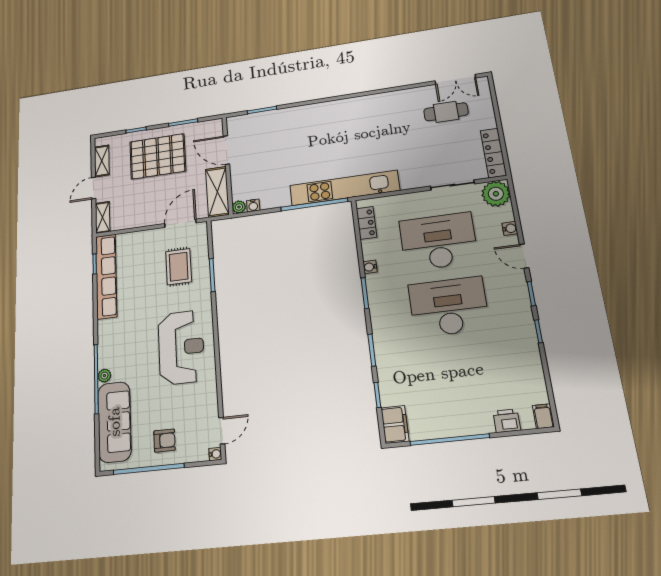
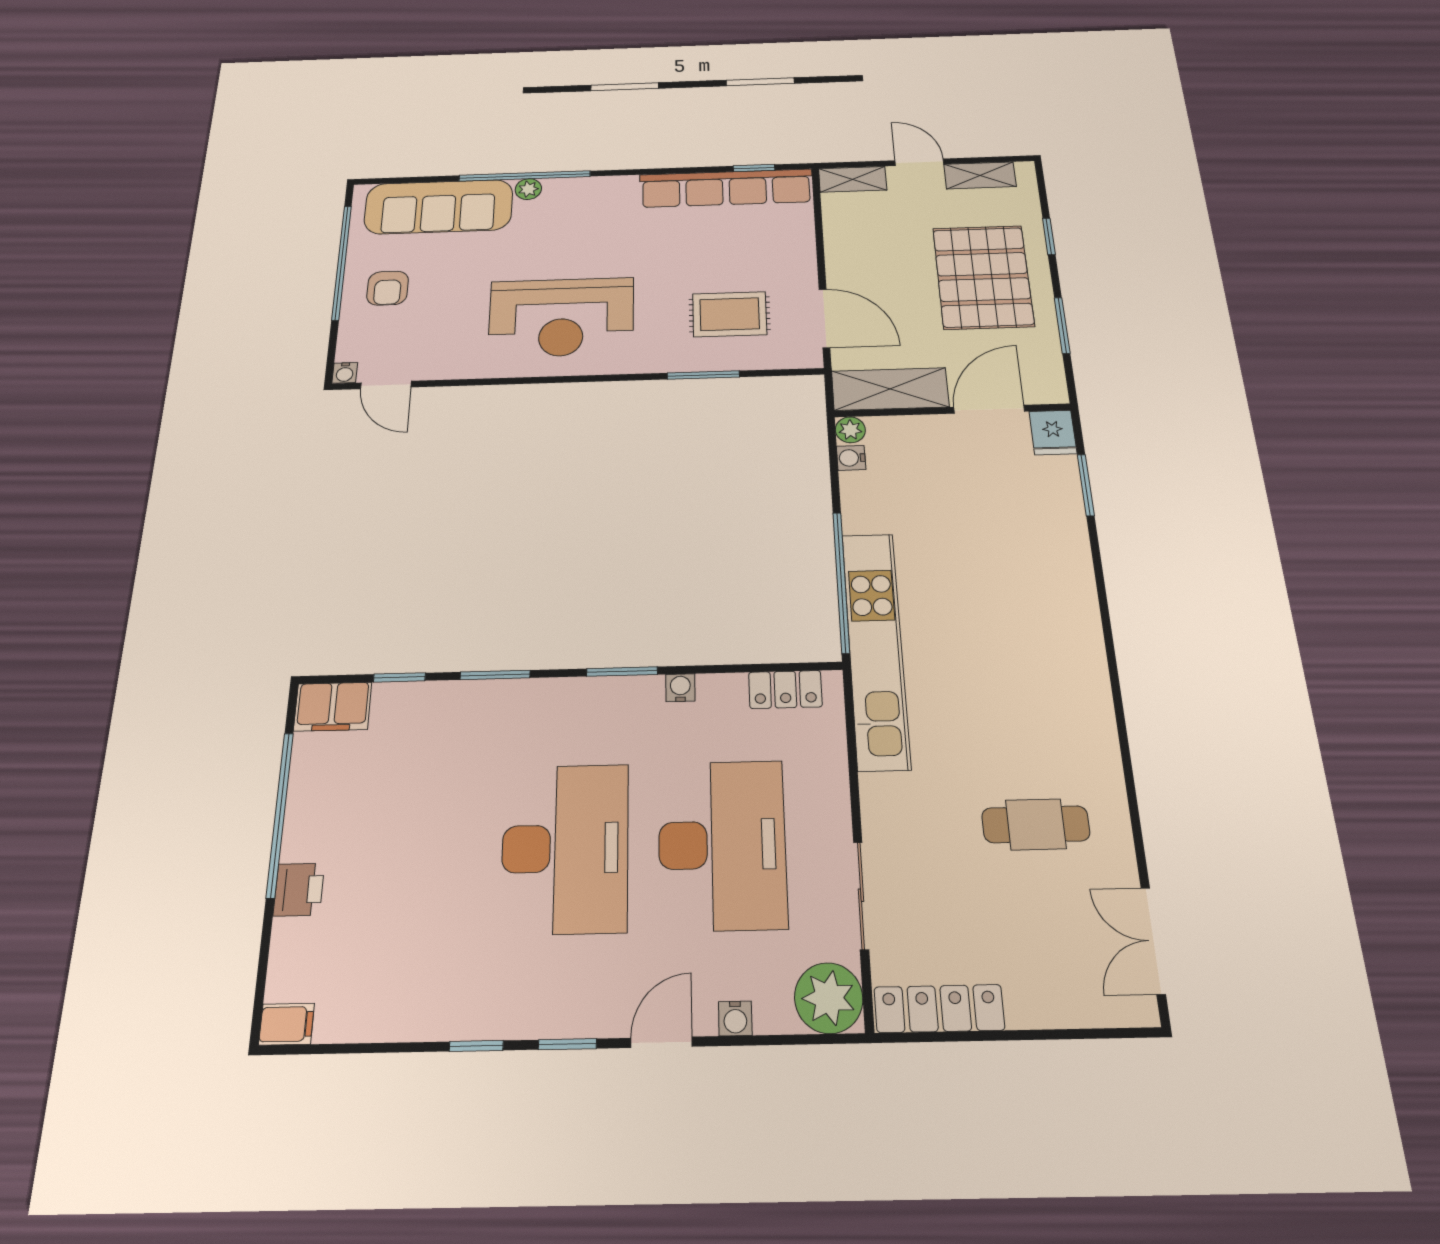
cafe table: (446, 112) -> (1036, 824), moved, turned 90
fridge: (237, 124) -> (1053, 433), added
printer: (507, 421) -> (299, 890), moved

